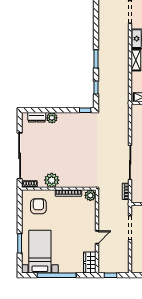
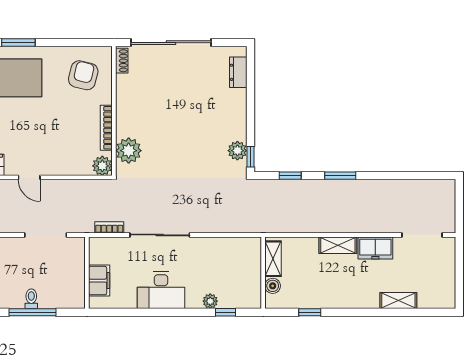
plant: (52, 118) -> (237, 151), moved
plant: (52, 180) -> (129, 151), moved
armchair: (38, 206) -> (83, 75), turned -76

